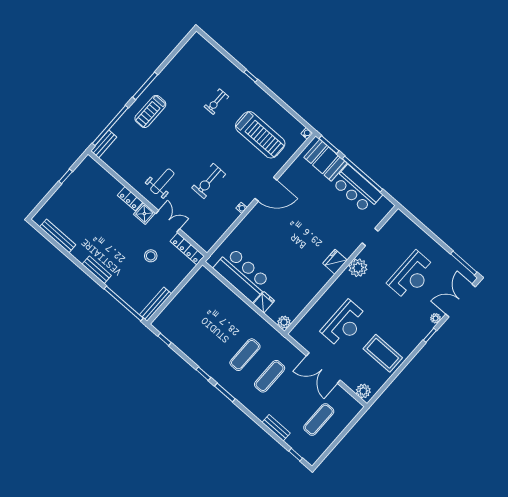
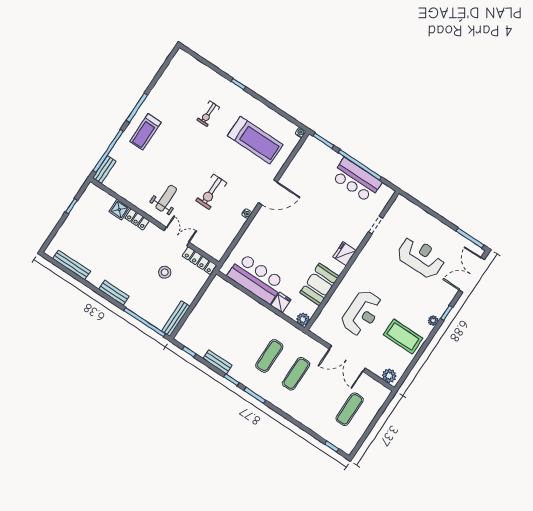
booth: (325, 160) -> (319, 284), moved, turned 90
shower: (144, 214) -> (119, 210), moved
plant: (358, 268) -> (368, 256), removed
reception desk: (412, 276) -> (421, 257), turned -90
plant: (436, 318) -> (433, 321), moved
bench: (276, 428) -> (218, 362), moved

